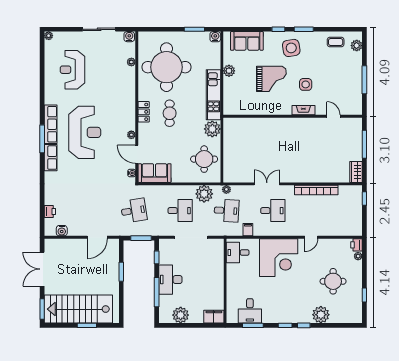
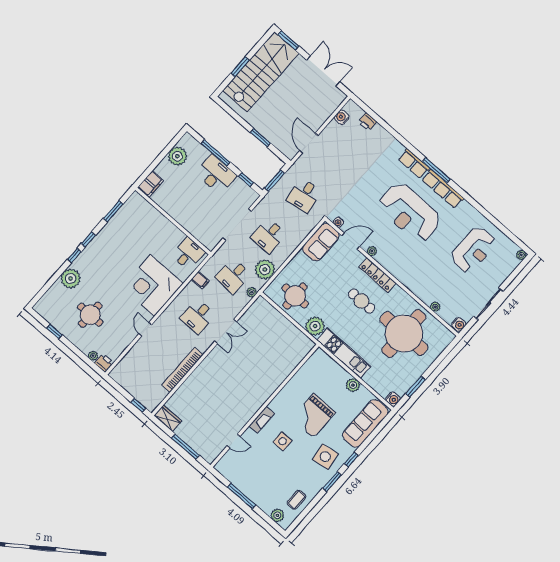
sofa: (247, 41) -> (365, 423), width x1.36
reception desk: (73, 70) -> (473, 250), turned 90
locker: (144, 112) -> (377, 275), width x1.53
desk: (250, 311) -> (128, 220), removed

